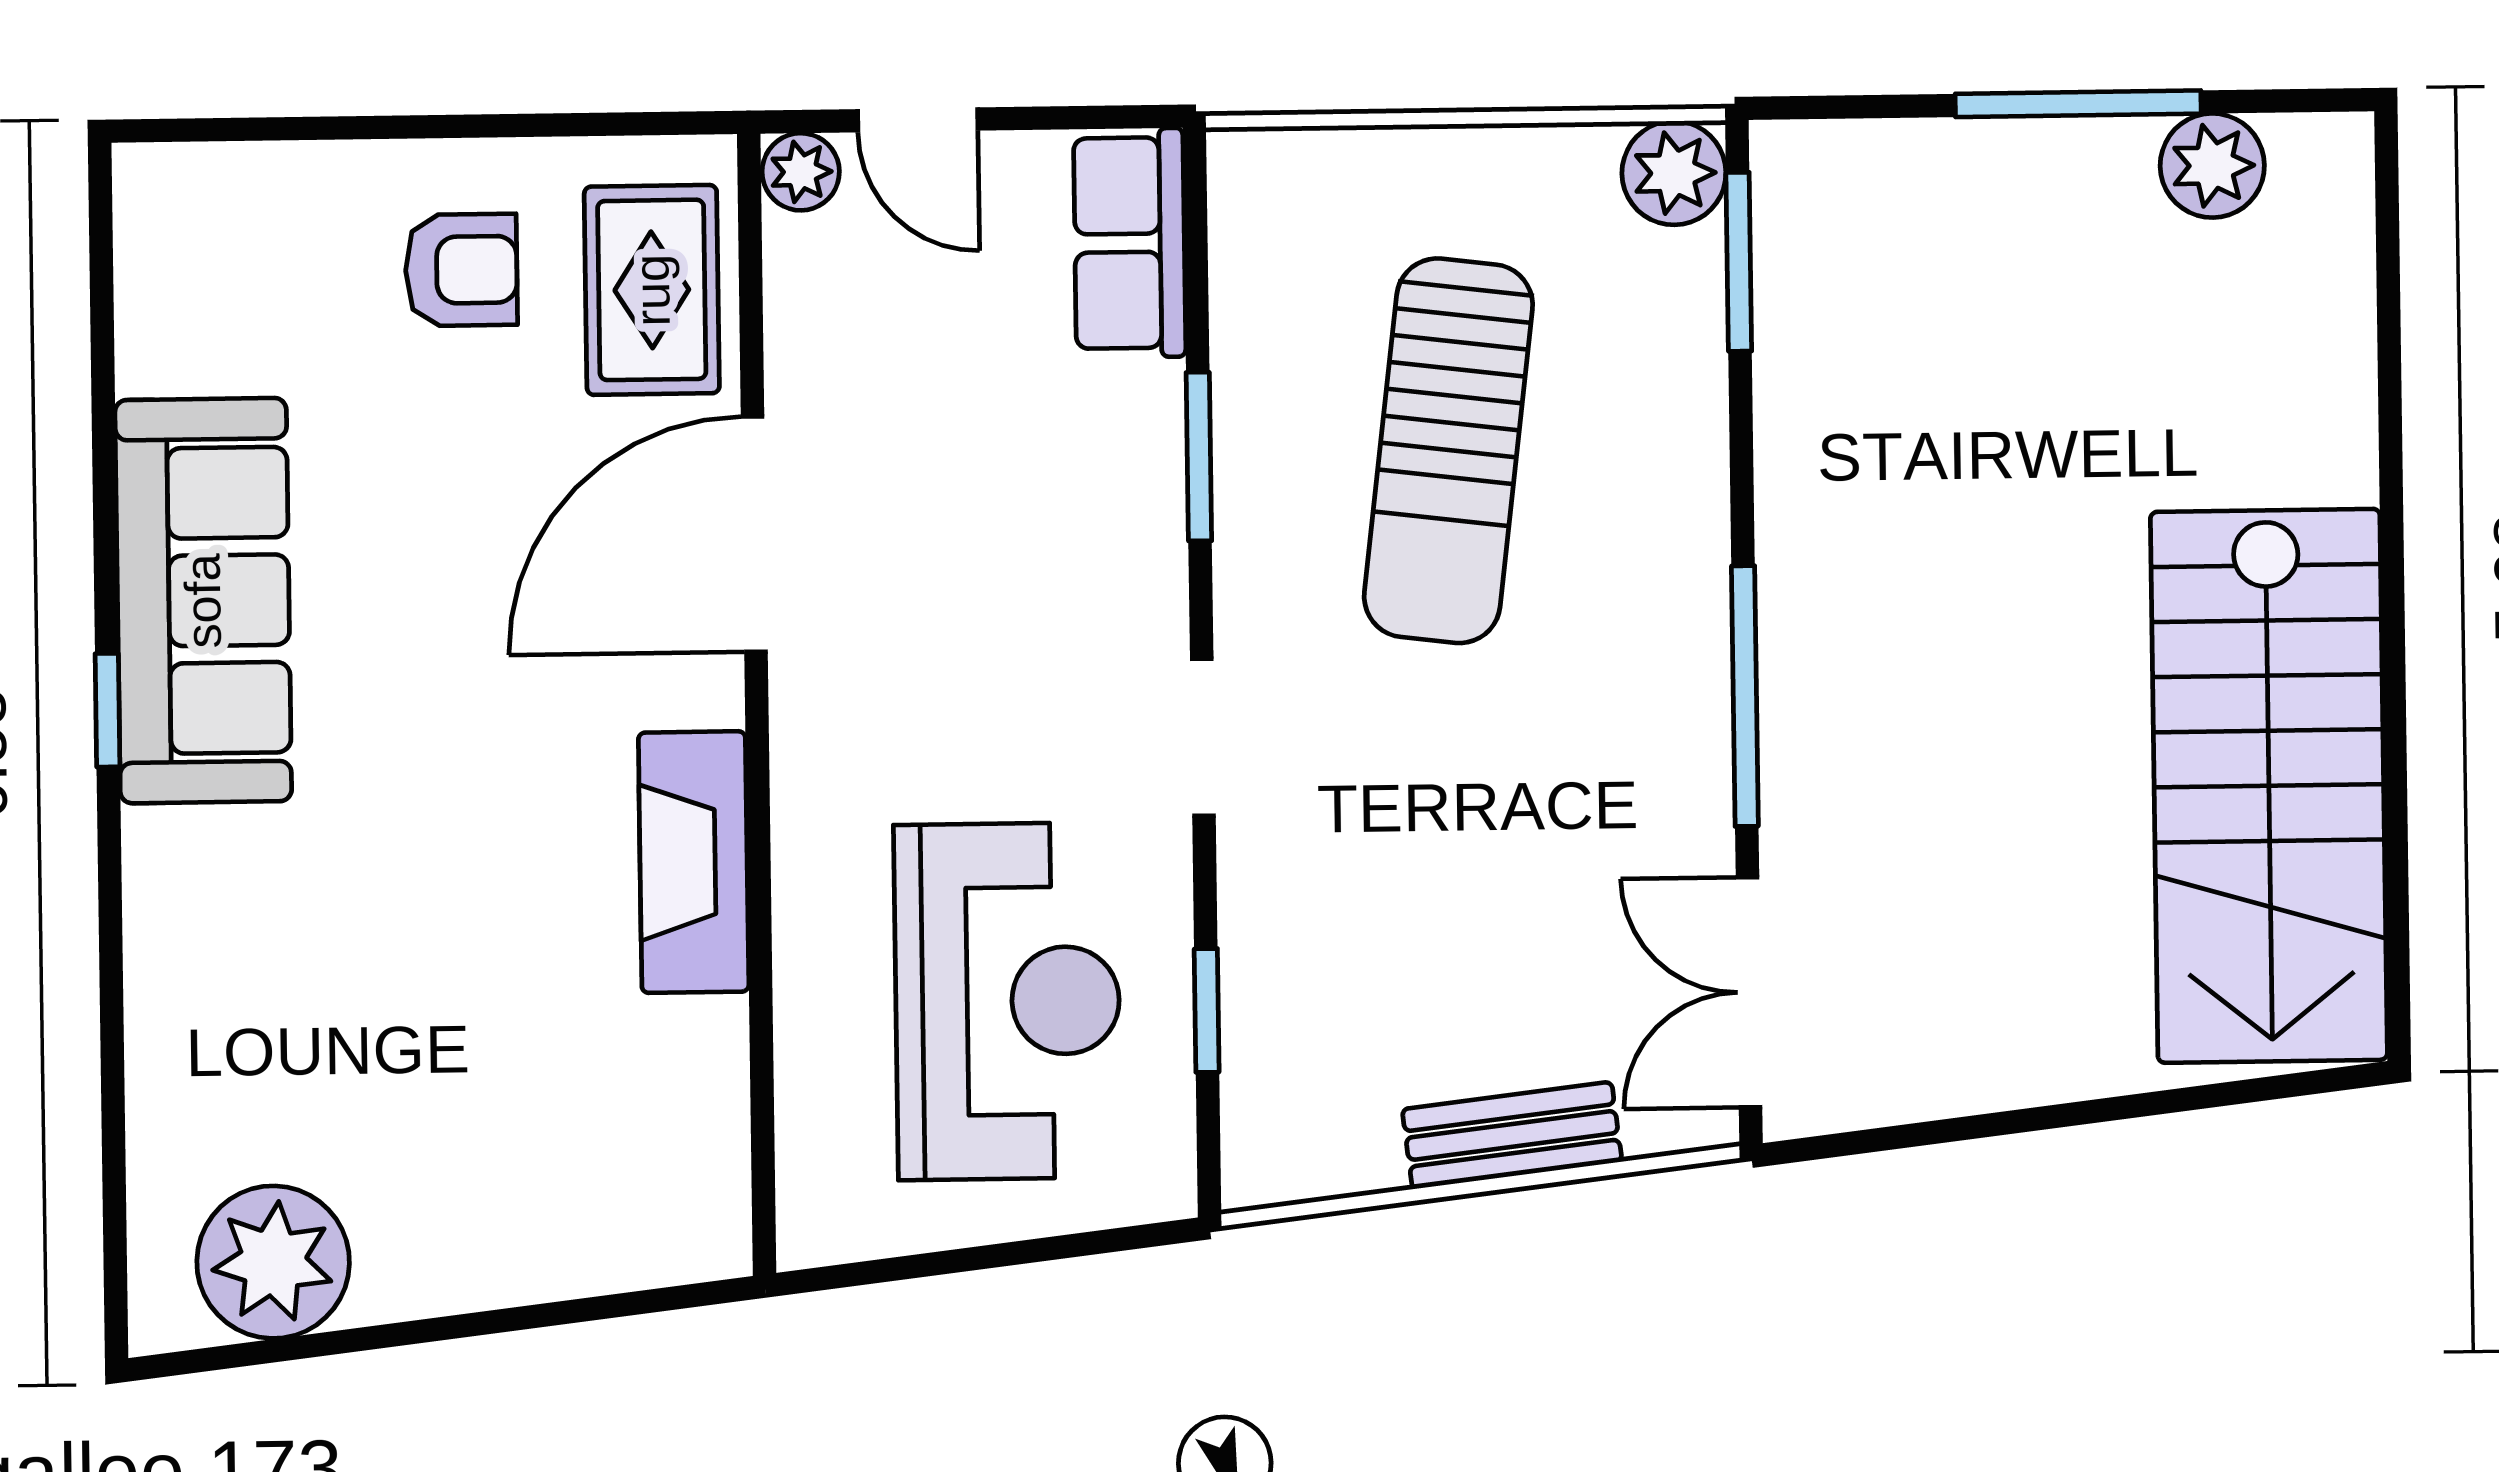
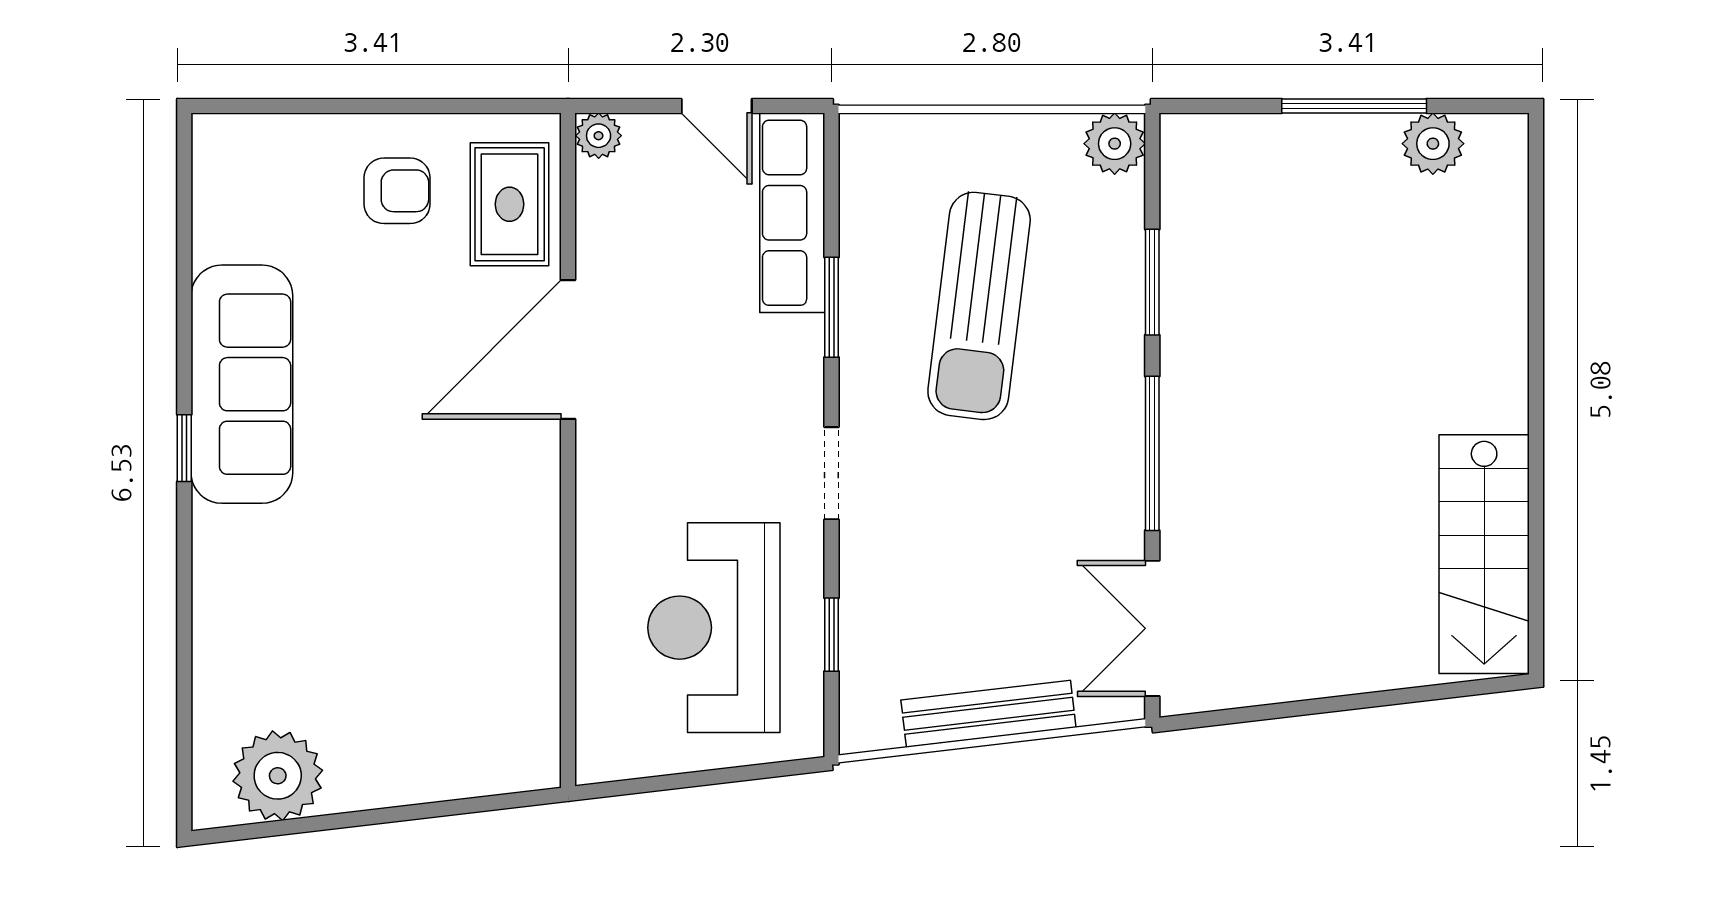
door: (918, 120) -> (717, 106), moved
row of seats: (1130, 243) -> (792, 213), width x1.48
window: (1739, 262) -> (1152, 282), moved
stairs: (2269, 786) -> (1484, 554), width x0.73, depth x0.66
fireplace: (694, 862) -> (530, 543), removed
reception desk: (1008, 1001) -> (714, 628), turned 180
bench: (1512, 1135) -> (988, 714), width x1.36

